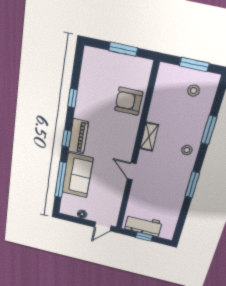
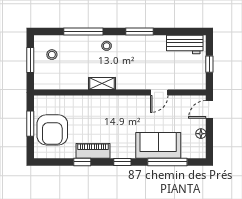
armchair: (129, 101) -> (52, 130), moved, width x1.36, depth x1.36
window: (209, 130) -> (83, 32), width x1.44
piano: (78, 137) -> (93, 151), moved
door: (132, 171) -> (159, 92), moved
workbench: (143, 225) -> (185, 44), moved, turned -90
door: (103, 226) -> (209, 109), swing flipped

